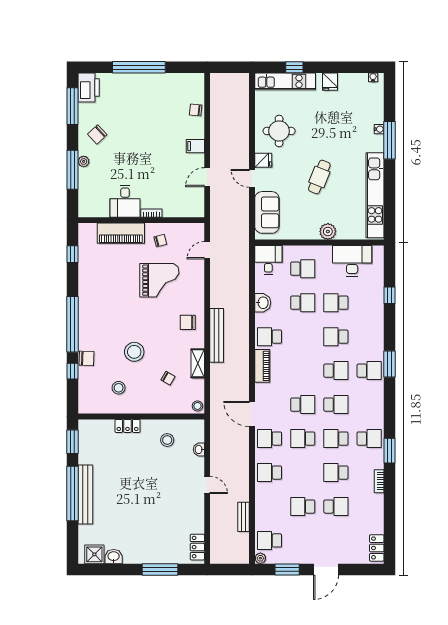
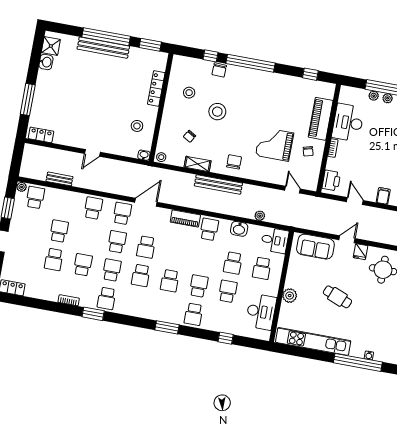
window: (389, 140) -> (358, 362), width x1.46
plant: (84, 178) -> (374, 96), added
desk: (125, 201) -> (348, 123), width x1.37
printer: (189, 208) -> (331, 180), added
grand piano: (159, 280) -> (275, 144), turned 90
plant: (243, 282) -> (260, 216), added
school desk: (369, 371) -> (194, 314), moved
locker: (128, 426) -> (156, 88), width x1.53
washbasin: (199, 449) -> (144, 155), moved

